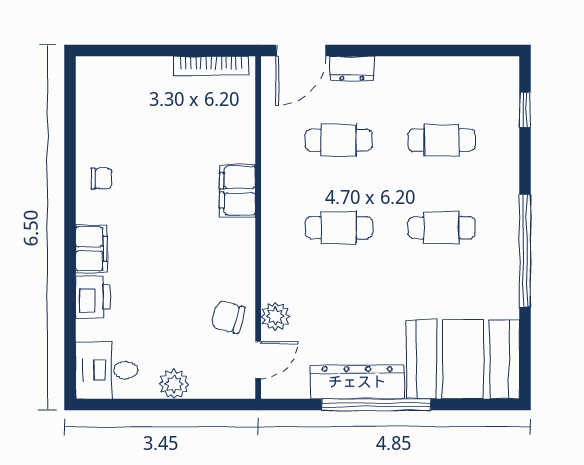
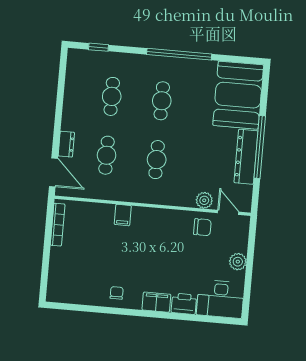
filing cabinet: (237, 191) -> (123, 215), width x0.50
chair: (228, 317) -> (202, 227), turned -104
desk: (107, 370) -> (220, 299), width x1.37

